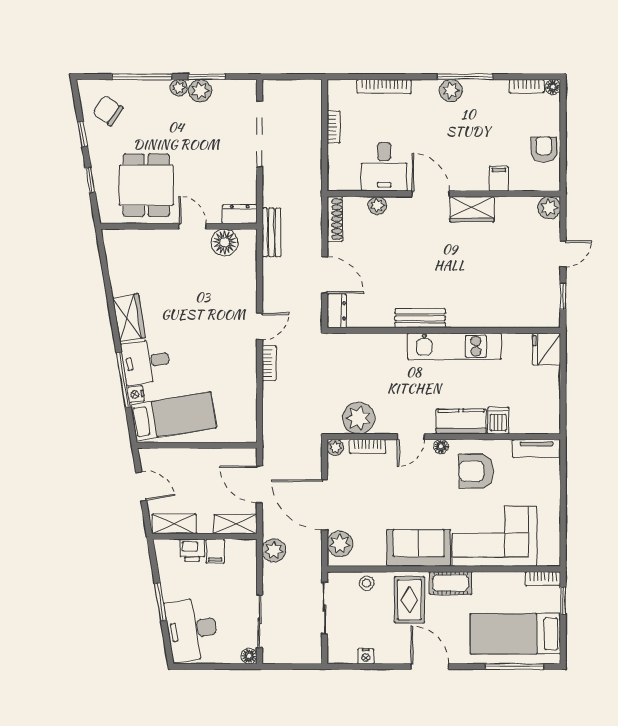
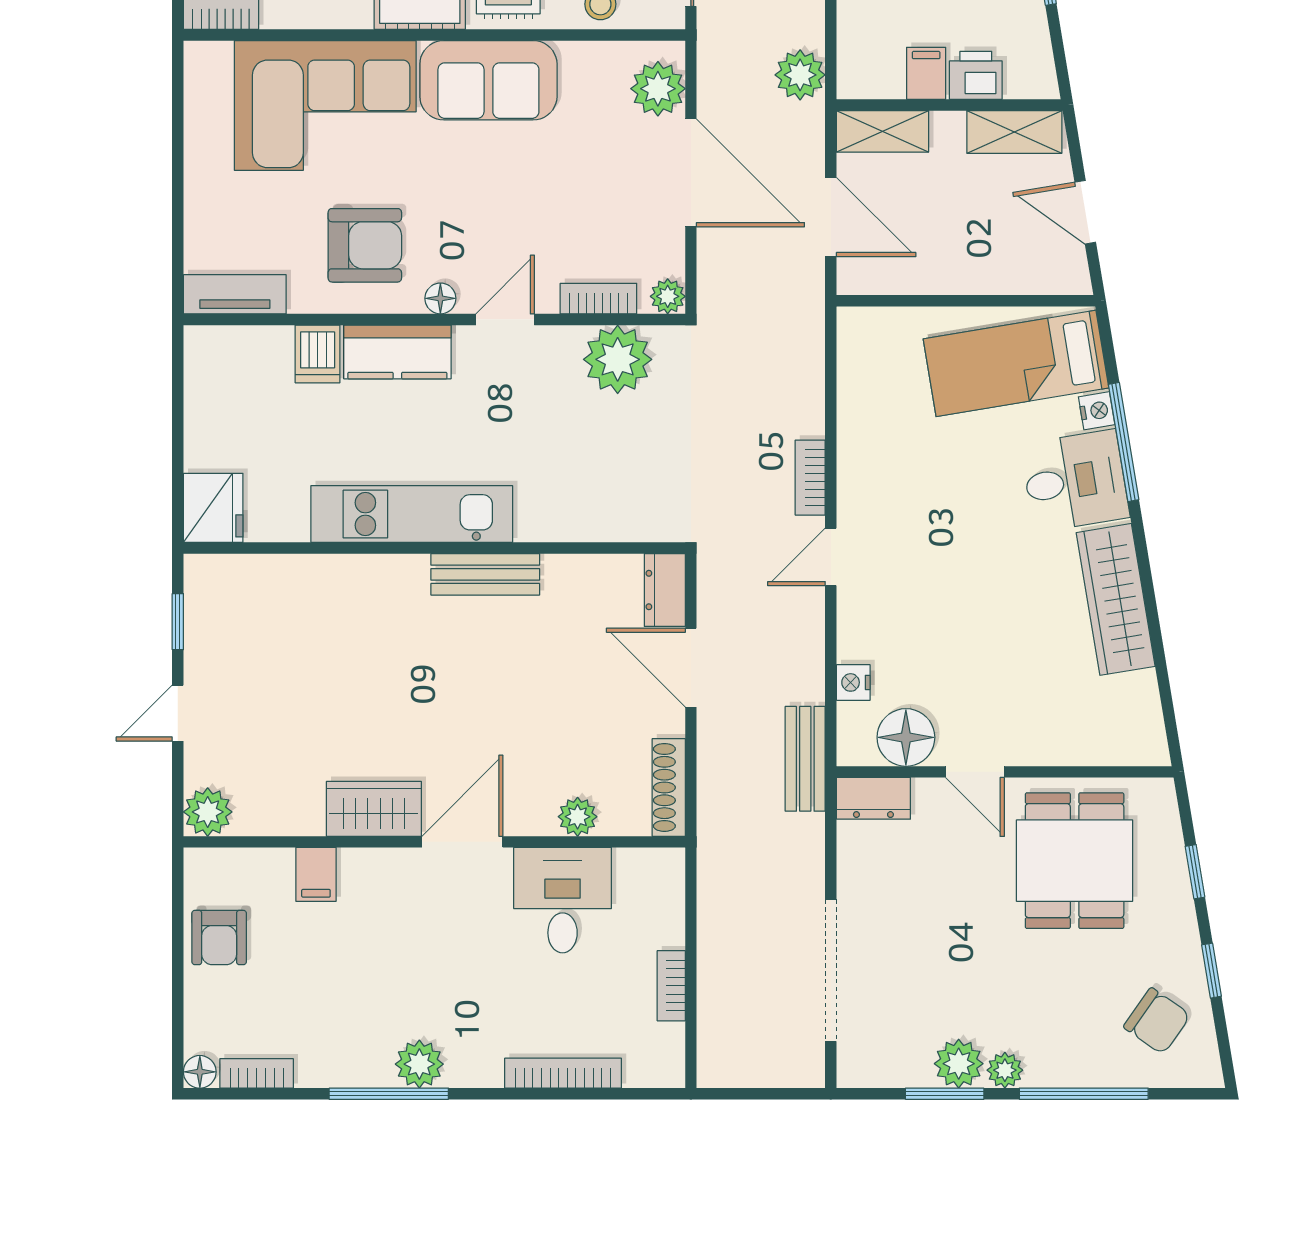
door: (431, 194) -> (462, 842), swing flipped
nightstand: (249, 268) -> (853, 682), added
wardrobe: (129, 318) -> (1116, 599), width x1.50

